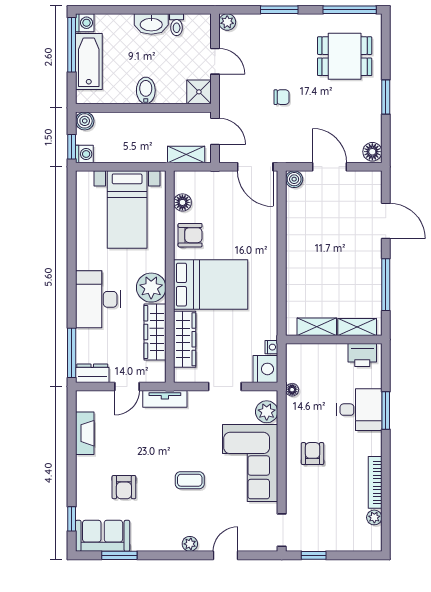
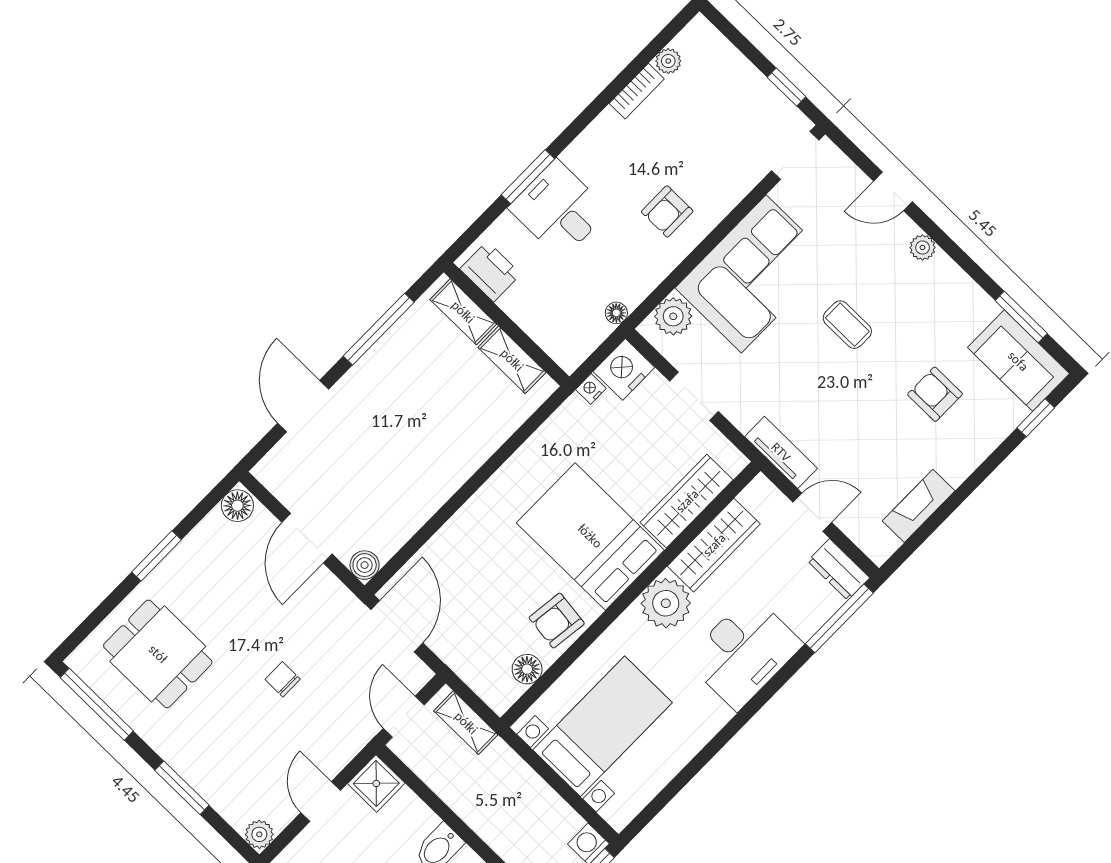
armchair: (190, 235) -> (557, 621), turned -83
bookcase: (375, 482) -> (637, 91), width x0.64
armchair: (124, 487) -> (935, 394), turned -90

